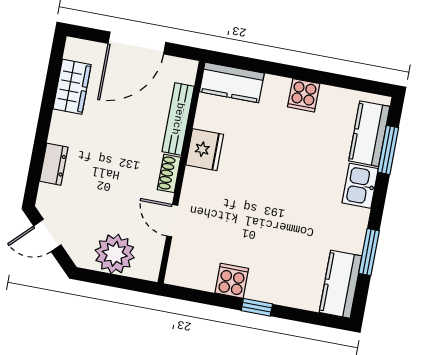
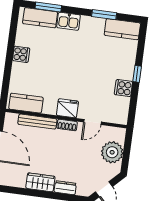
kitchen counter: (232, 82) -> (26, 103), moved, turned -90
wardrobe: (72, 87) -> (40, 182), moved
fridge: (205, 150) -> (67, 108), moved

